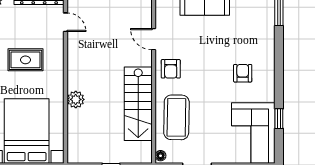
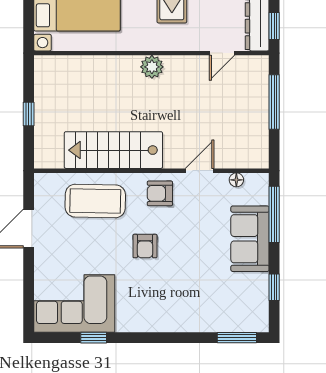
armchair: (243, 73) -> (145, 246), moved, turned 90
plant: (76, 99) -> (152, 67), moved
floor lamp: (161, 156) -> (236, 180), moved

